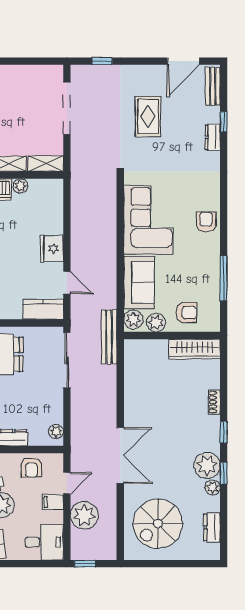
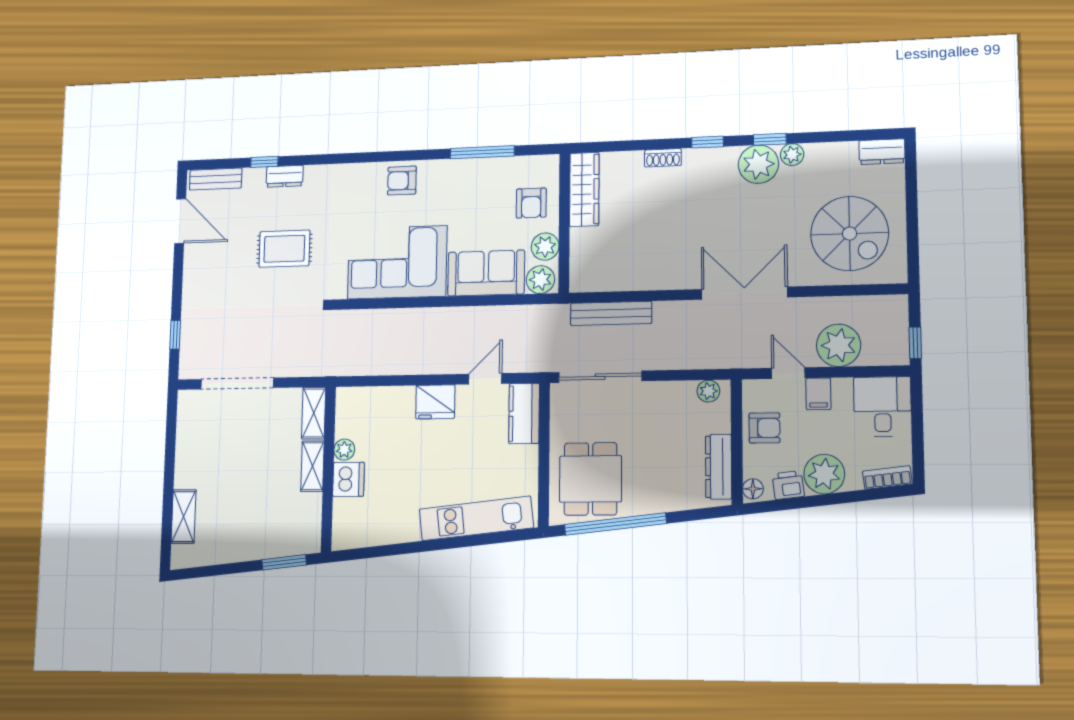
rug: (148, 117) -> (284, 249), moved
armchair: (187, 313) -> (531, 203), turned 180
bench: (109, 337) -> (611, 313), moved
dresser: (212, 527) -> (882, 152), moved

